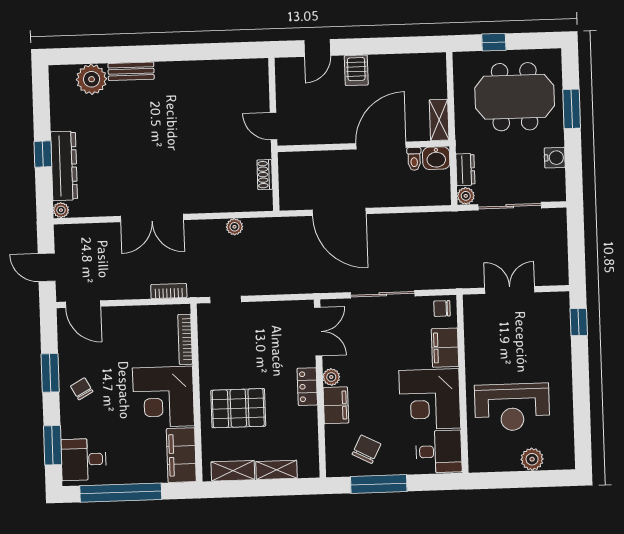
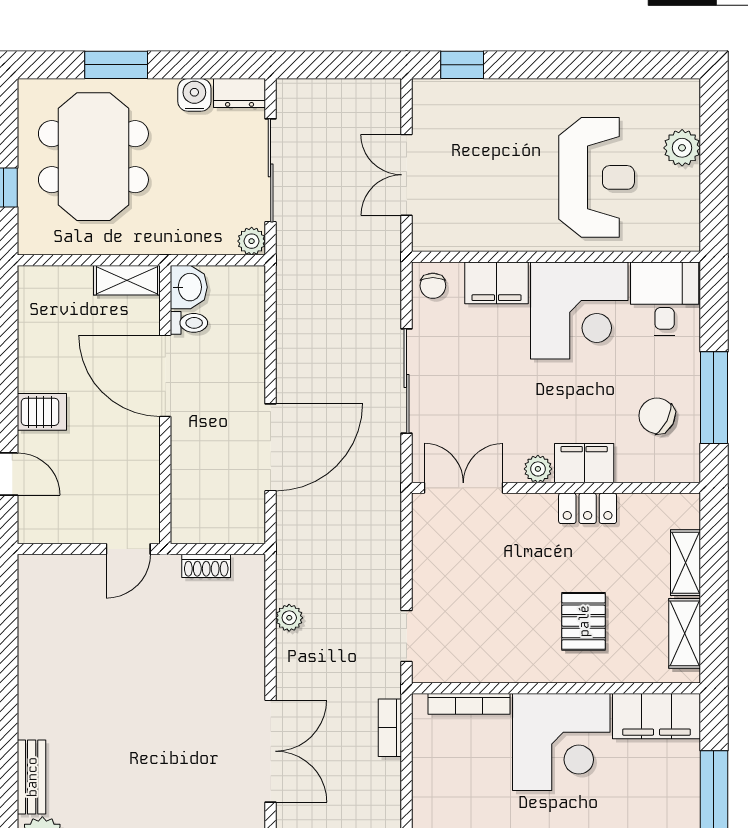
dresser: (465, 170) -> (240, 93), moved, turned 180
locker: (307, 387) -> (588, 508), moved
pallet: (238, 408) -> (584, 621), width x0.67, depth x0.71

